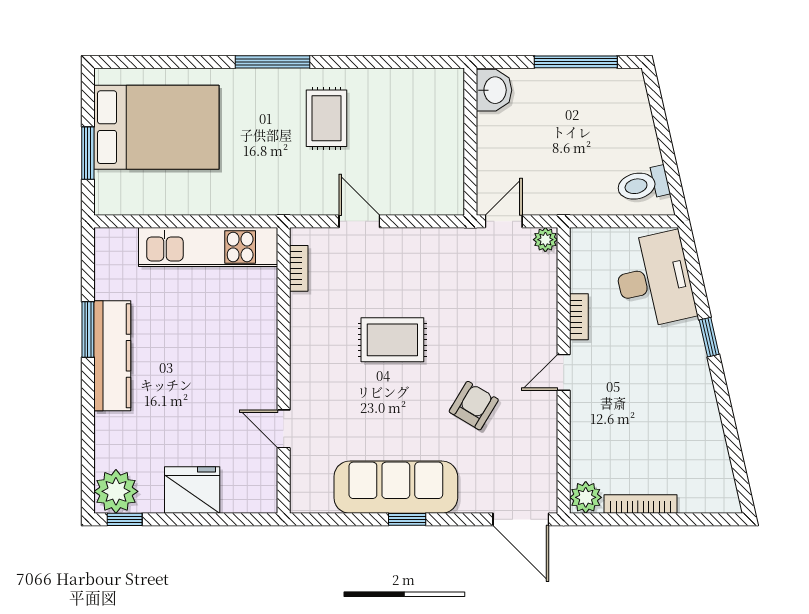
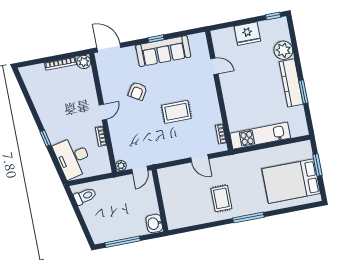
plant: (116, 491) -> (283, 50), moved

